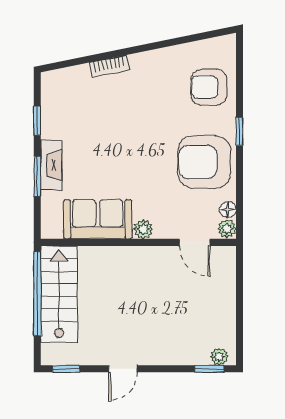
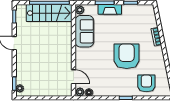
armchair: (204, 162) -> (127, 56), moved
plant: (143, 229) -> (80, 10), moved
door: (195, 242) -> (74, 77), swing flipped

